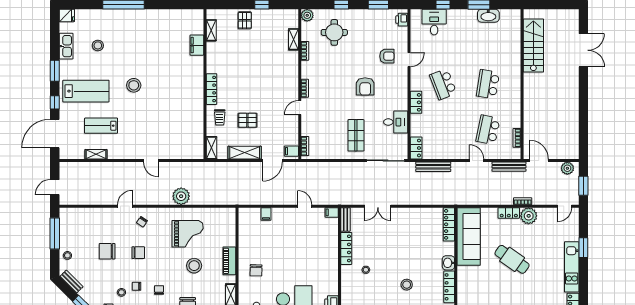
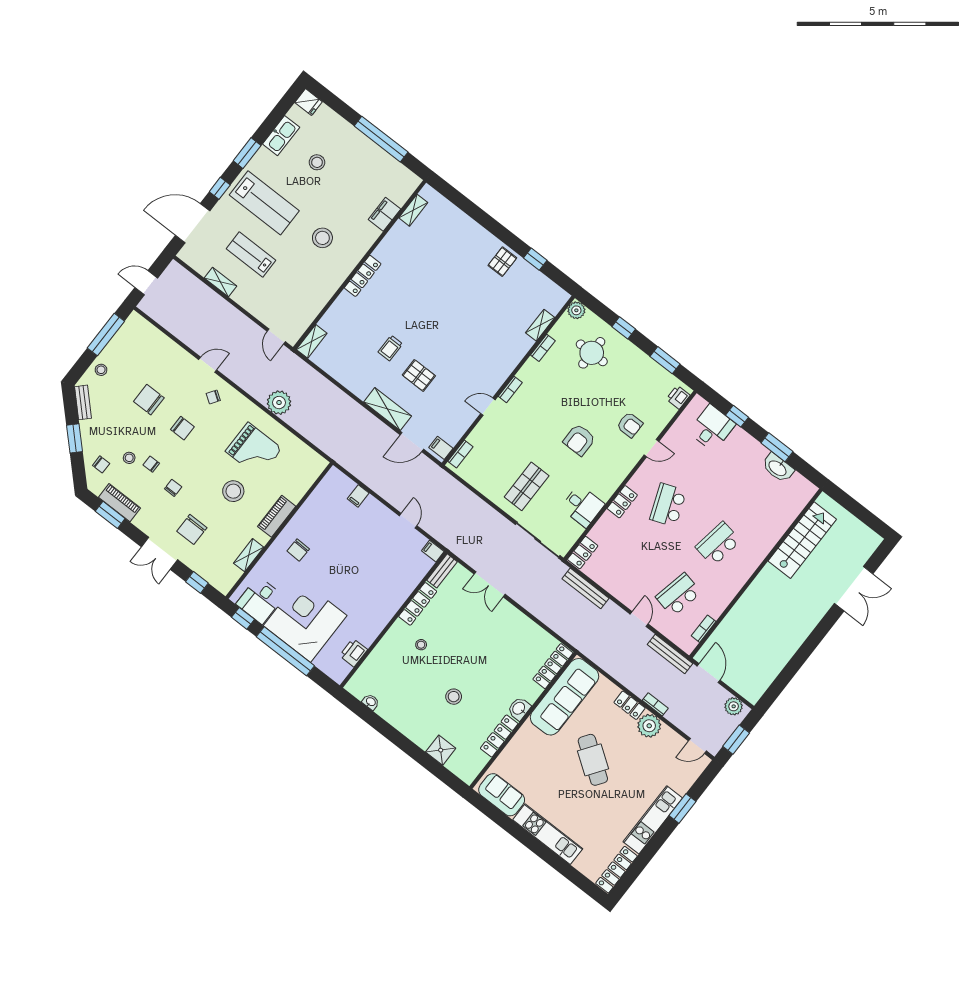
shelving: (211, 30) -> (413, 210), moved
filing cabinet: (197, 45) -> (384, 214), moved
wall: (205, 84) -> (360, 265), moved
locker: (212, 89) -> (363, 276), moved
shelving: (212, 148) -> (312, 341), moved

